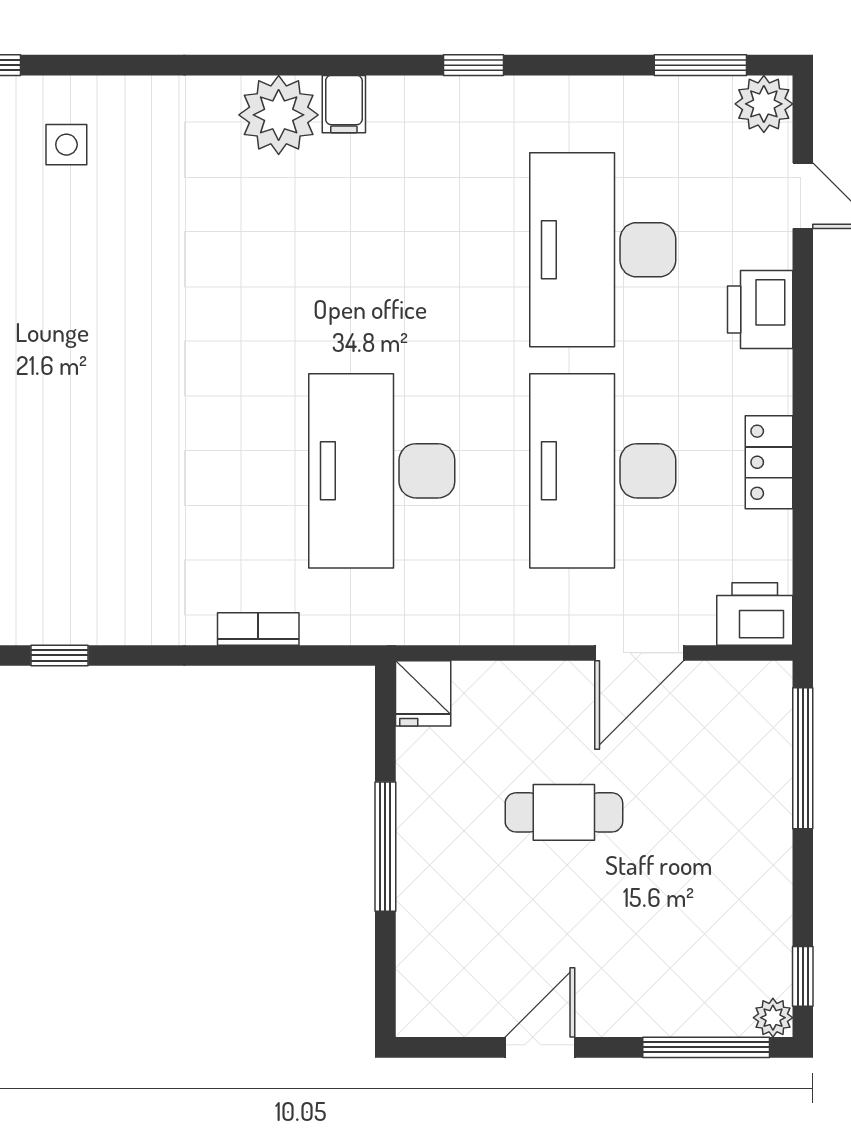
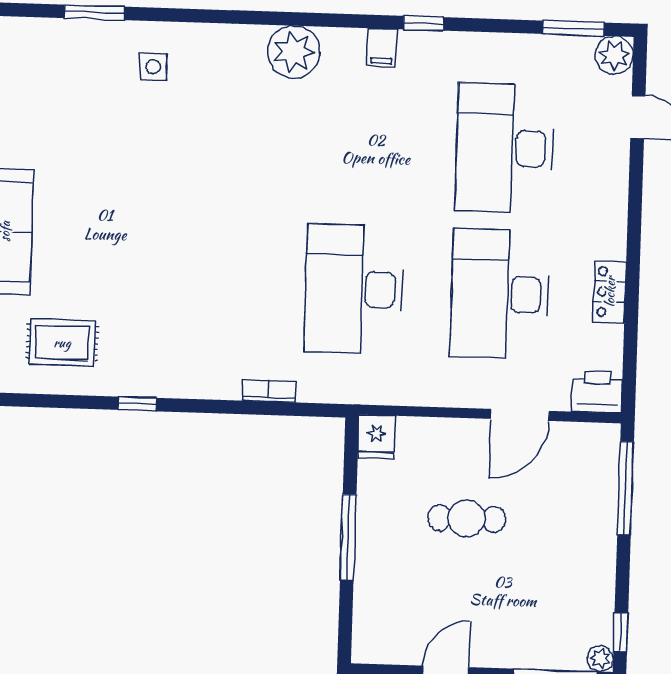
filing cabinet: (344, 104) -> (382, 48), moved
printer: (760, 310) -> (607, 191), removed

